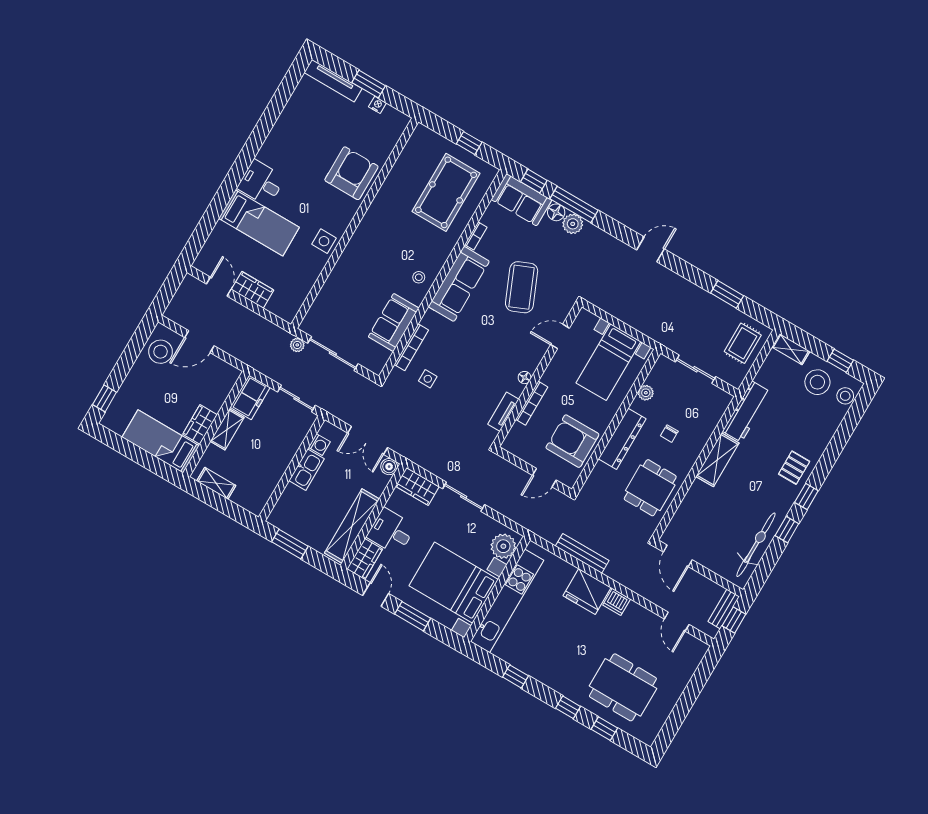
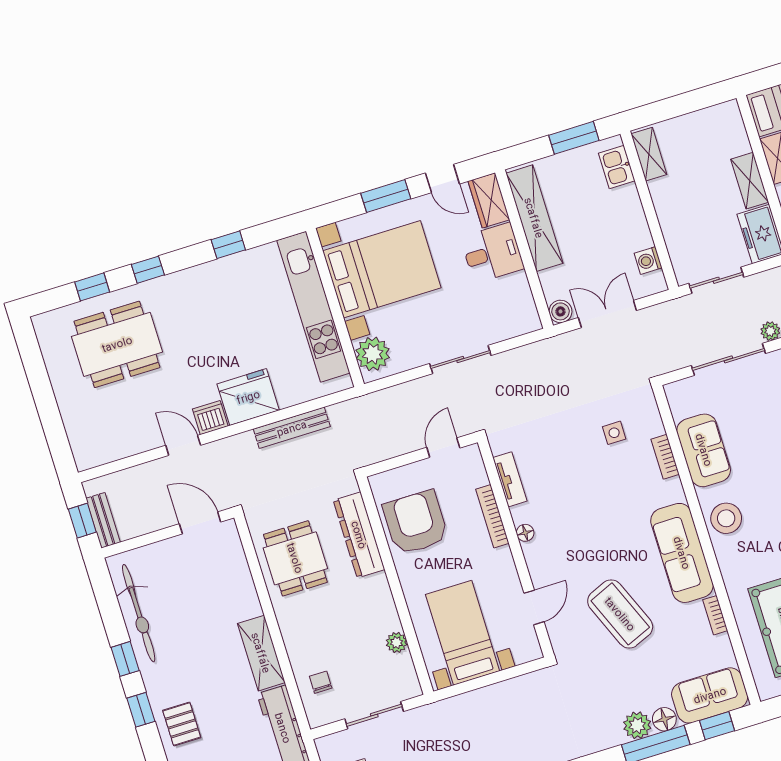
stool: (419, 277) -> (726, 518), width x1.89, depth x1.89
bookcase: (411, 347) -> (665, 457), width x0.64
chair: (669, 434) -> (321, 682), moved
dresser: (622, 439) -> (359, 535), moved
armchair: (572, 441) -> (416, 522), turned -90
kitchen sink: (306, 470) -> (617, 167), moved, width x0.73
door: (544, 478) -> (443, 448), moved
shelving: (216, 483) -> (649, 154), moved, turned 90
wardrobe: (417, 486) -> (514, 322), removed
door: (677, 622) -> (183, 445), moved

